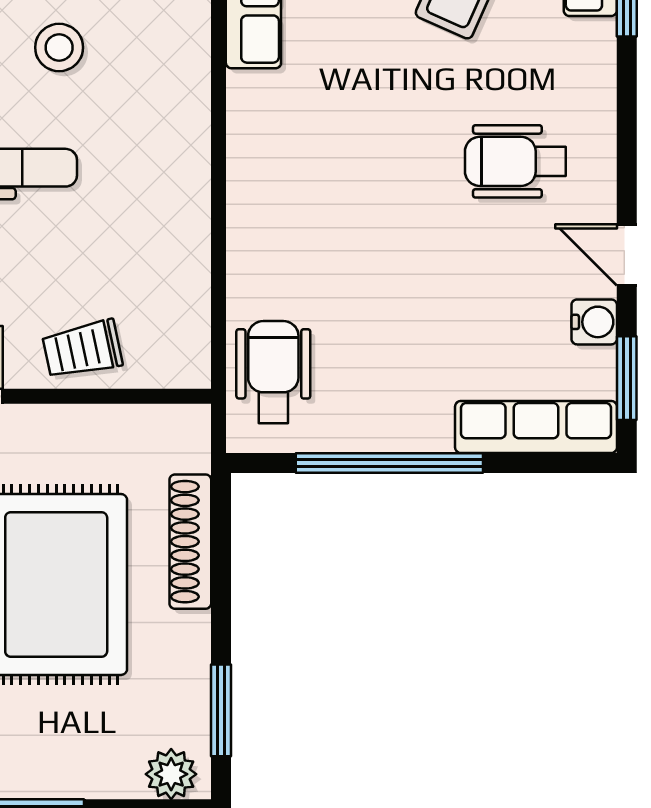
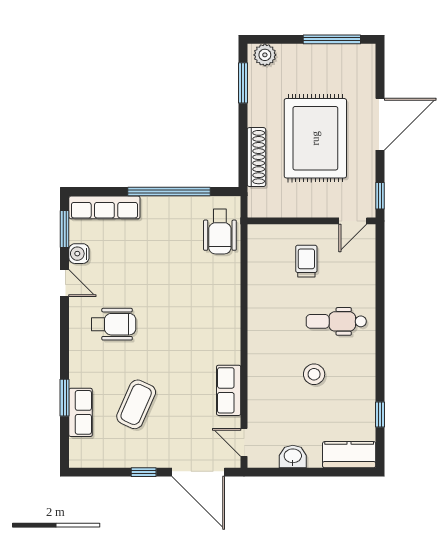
trolley: (82, 349) -> (306, 261), moved, turned -78

